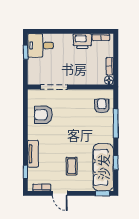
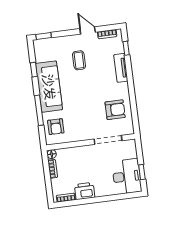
desk: (40, 46) -> (127, 176), width x1.37
sofa: (103, 167) -> (49, 87), moved

